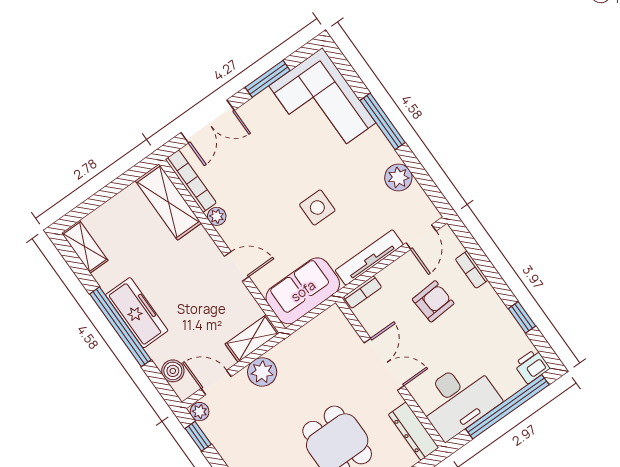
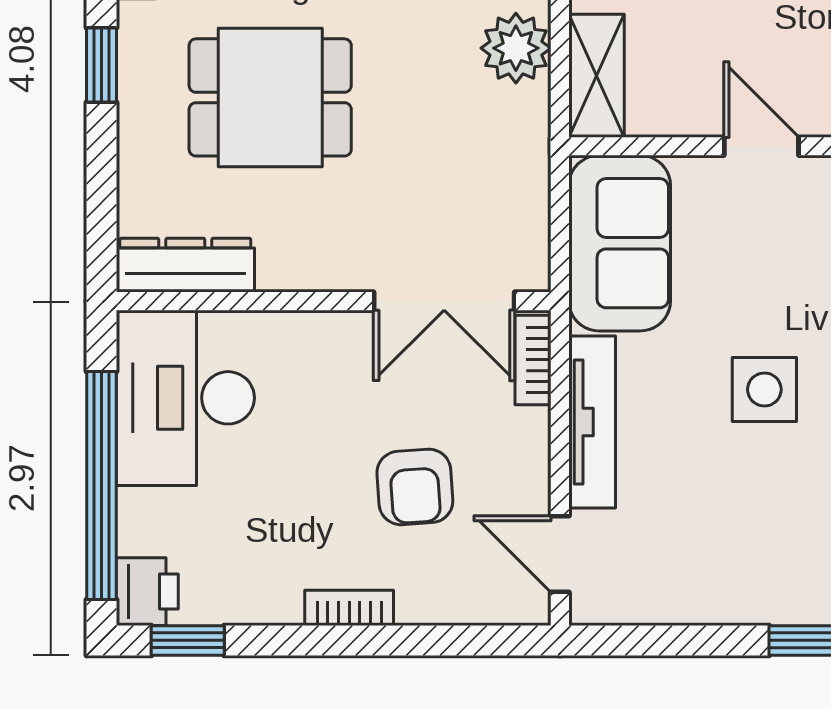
plant: (398, 177) -> (710, 593), removed
door: (237, 266) -> (761, 146), swing flipped
bookcase: (472, 270) -> (349, 608), moved
window: (522, 317) -> (188, 640), moved
double door: (384, 364) -> (444, 301), moved

